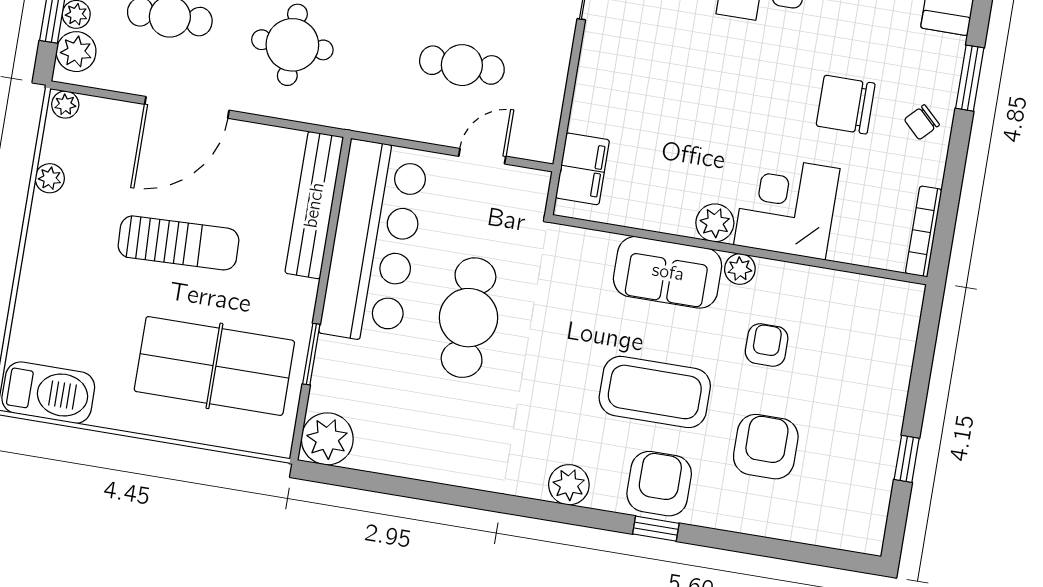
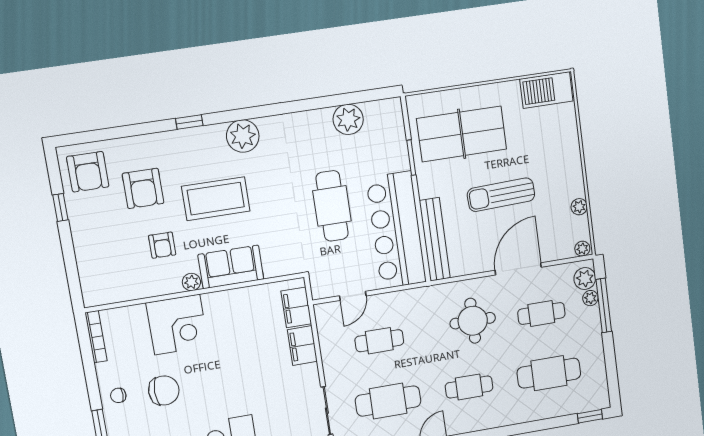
filing cabinet: (593, 101) -> (302, 346), added
chair: (922, 122) -> (118, 395), turned -134
plant: (715, 223) -> (214, 303), removed
plant: (327, 439) -> (348, 119), moved
armchair: (659, 484) -> (88, 172), moved
plant: (569, 485) -> (243, 136), width x1.36, depth x1.36

